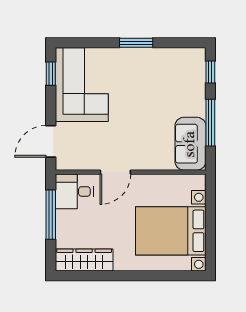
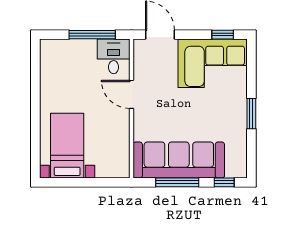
sofa: (190, 144) -> (179, 160), width x1.85, depth x1.27
bed with nightstands: (171, 231) -> (67, 146), width x0.73
wardrobe: (84, 260) -> (50, 65), removed

